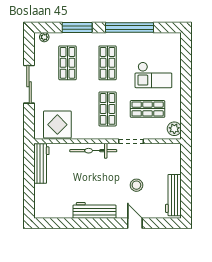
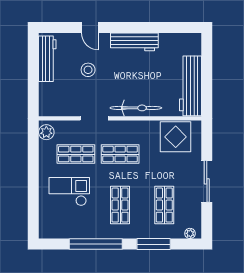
shop shelf: (108, 109) -> (120, 154), turned 90
workbench: (41, 163) -> (190, 86), width x1.36, depth x1.32

